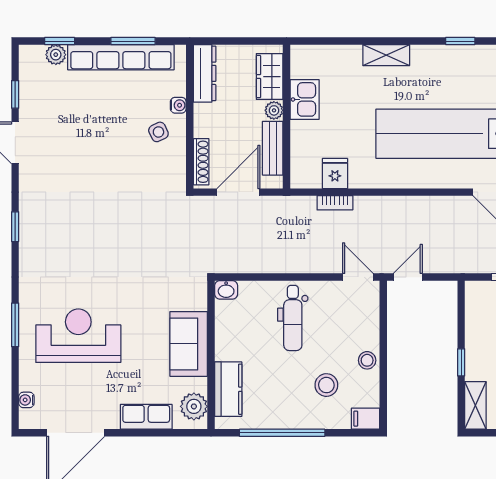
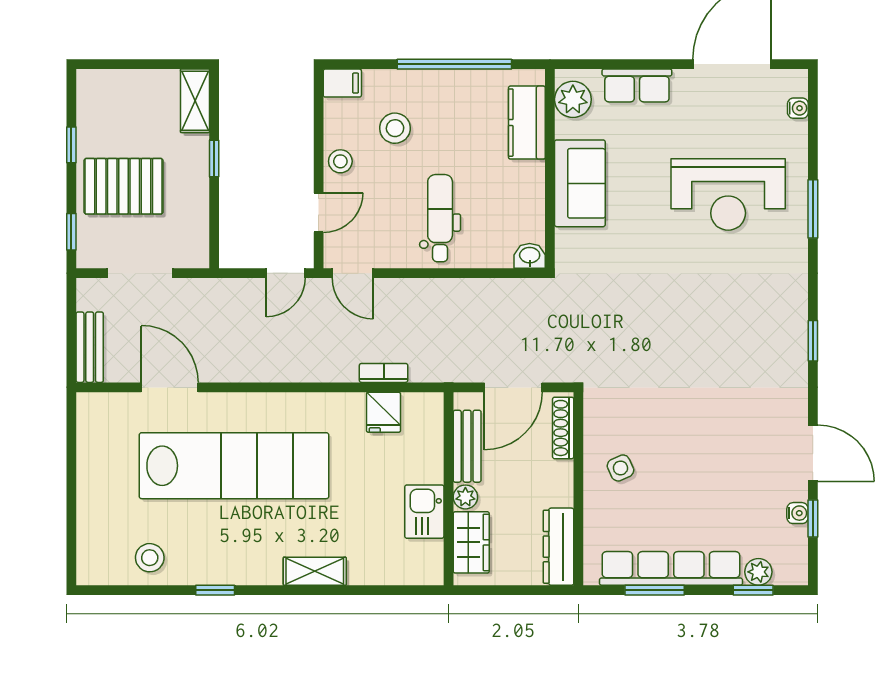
water cooler: (178, 105) -> (798, 513), moved, turned 180
door: (383, 322) -> (319, 213), added

